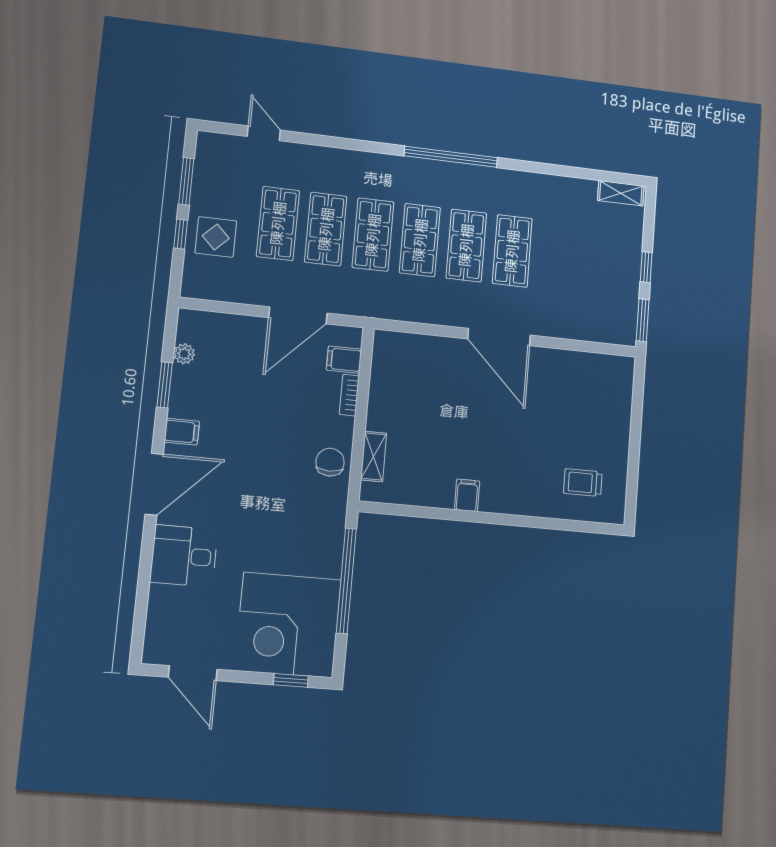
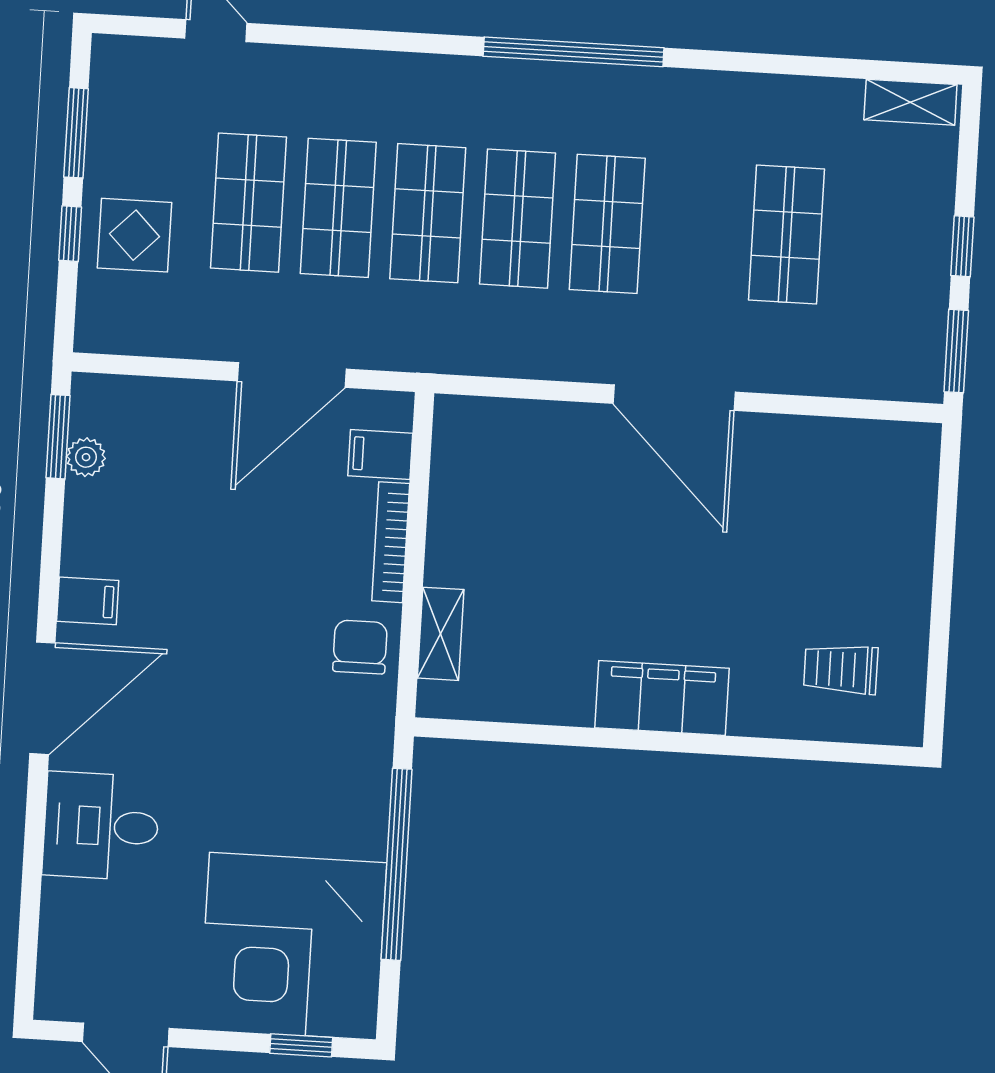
shop shelf: (512, 251) -> (786, 235), moved
window: (165, 385) -> (58, 437), moved
bookcase: (349, 395) -> (391, 542), width x1.56
filing cabinet: (467, 495) -> (662, 698), width x3.00, depth x1.17

